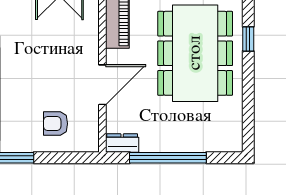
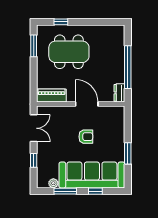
dining table: (195, 53) -> (69, 52), width x0.73, depth x0.80
armchair: (56, 124) -> (86, 137), moved, turned -90

